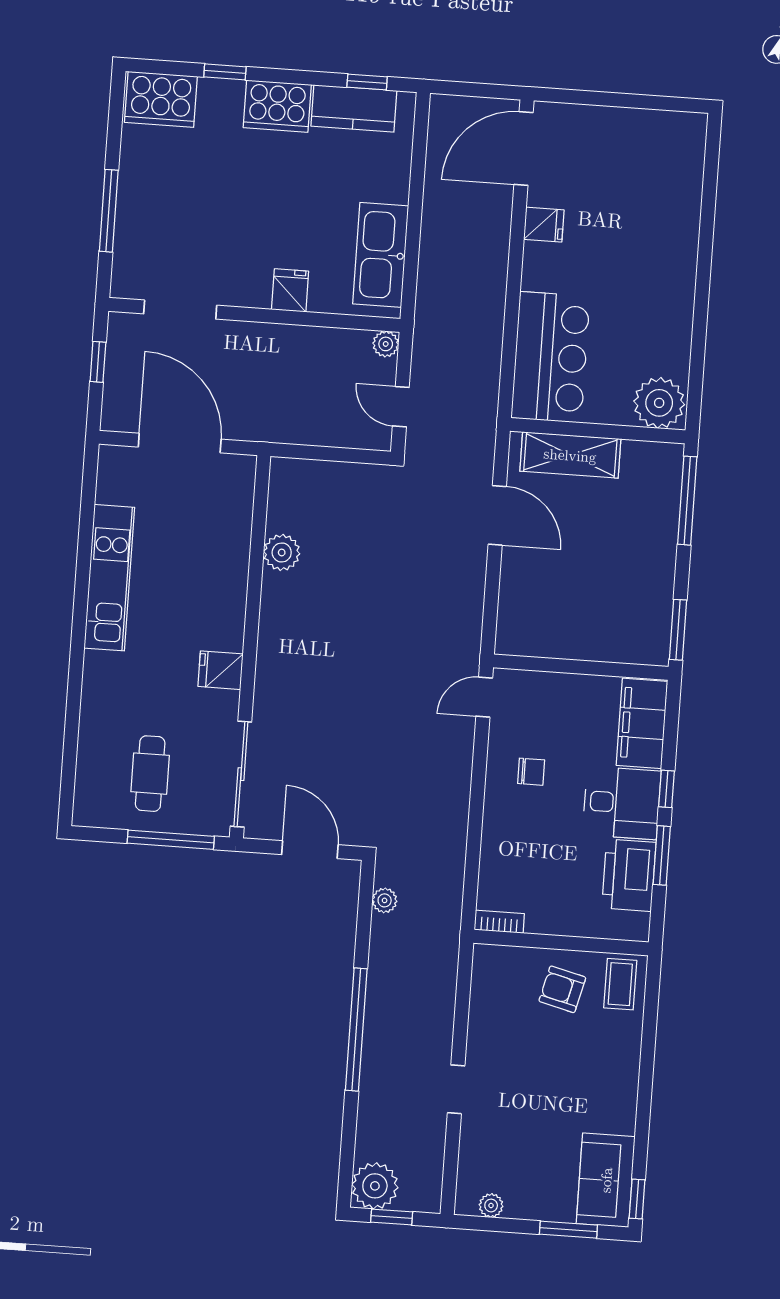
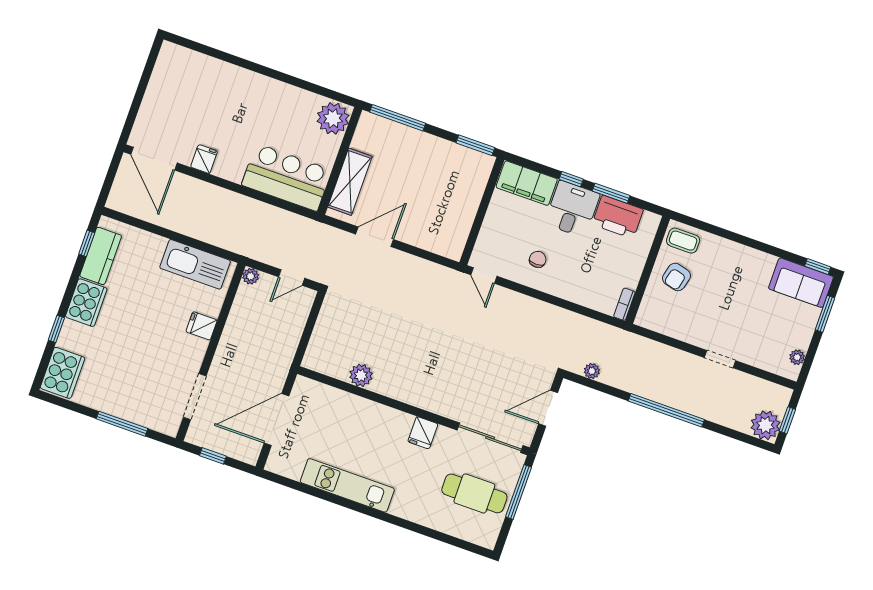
cafe table: (150, 774) -> (474, 493), width x1.37, depth x1.35

